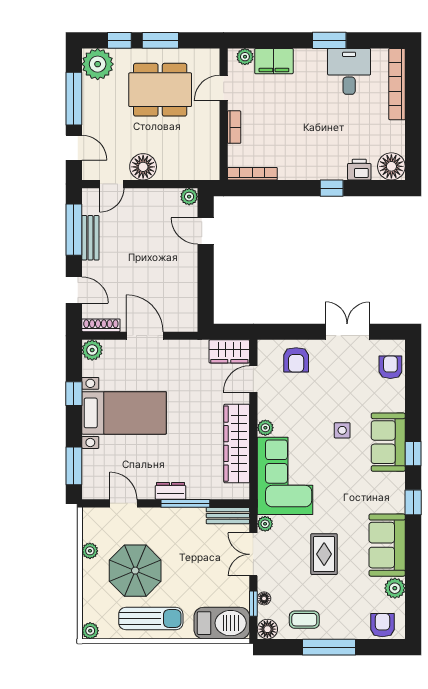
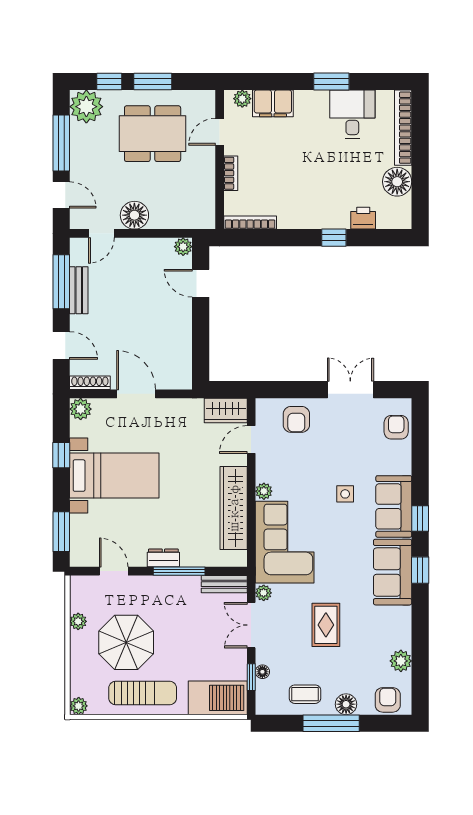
floor lamp: (391, 166) -> (397, 182), moved
sofa: (387, 545) -> (393, 572), moved
floor lamp: (267, 629) -> (346, 704), moved

